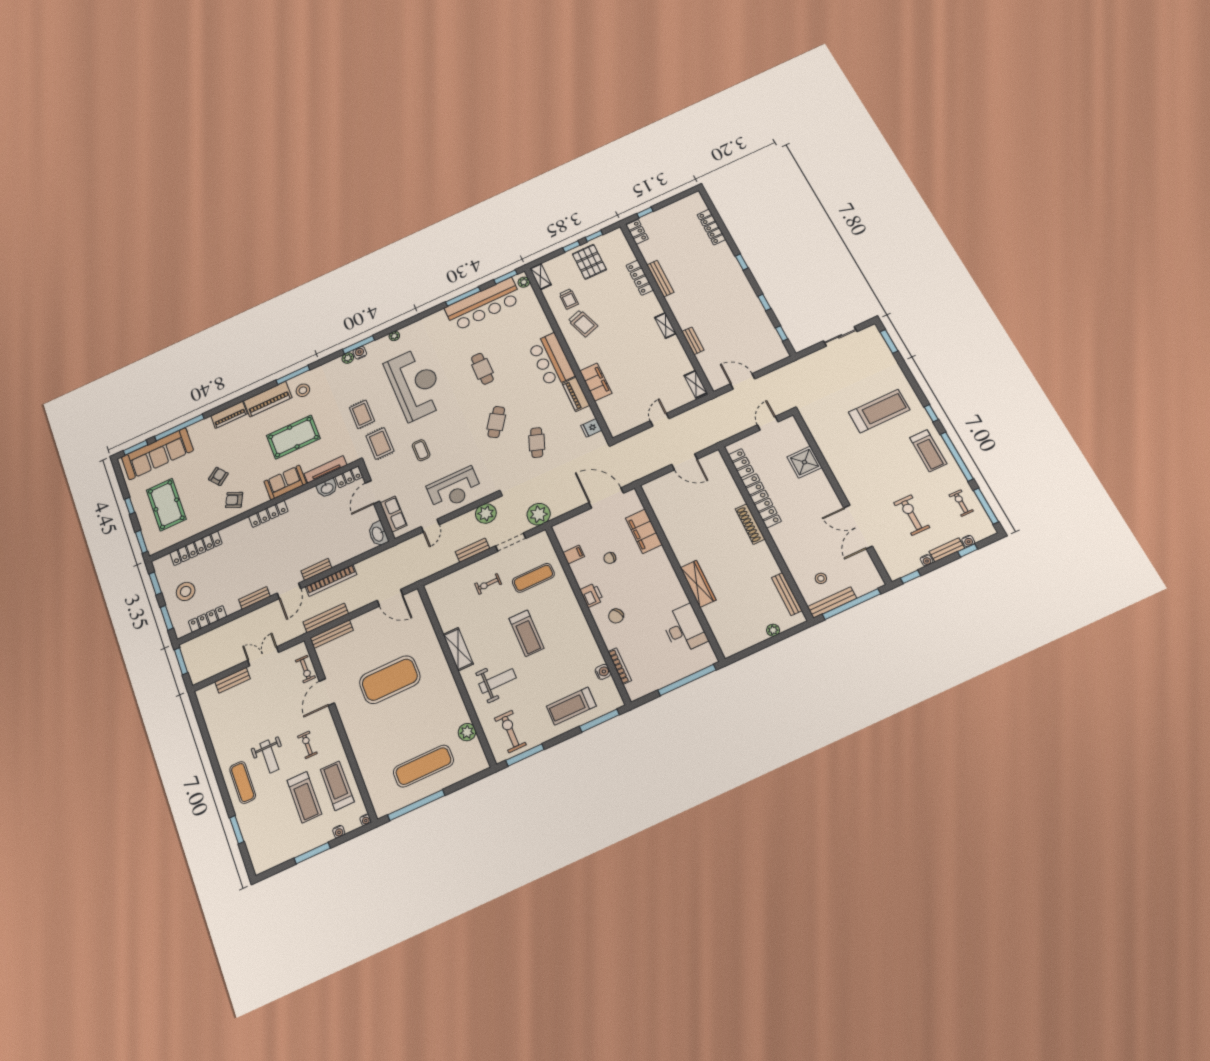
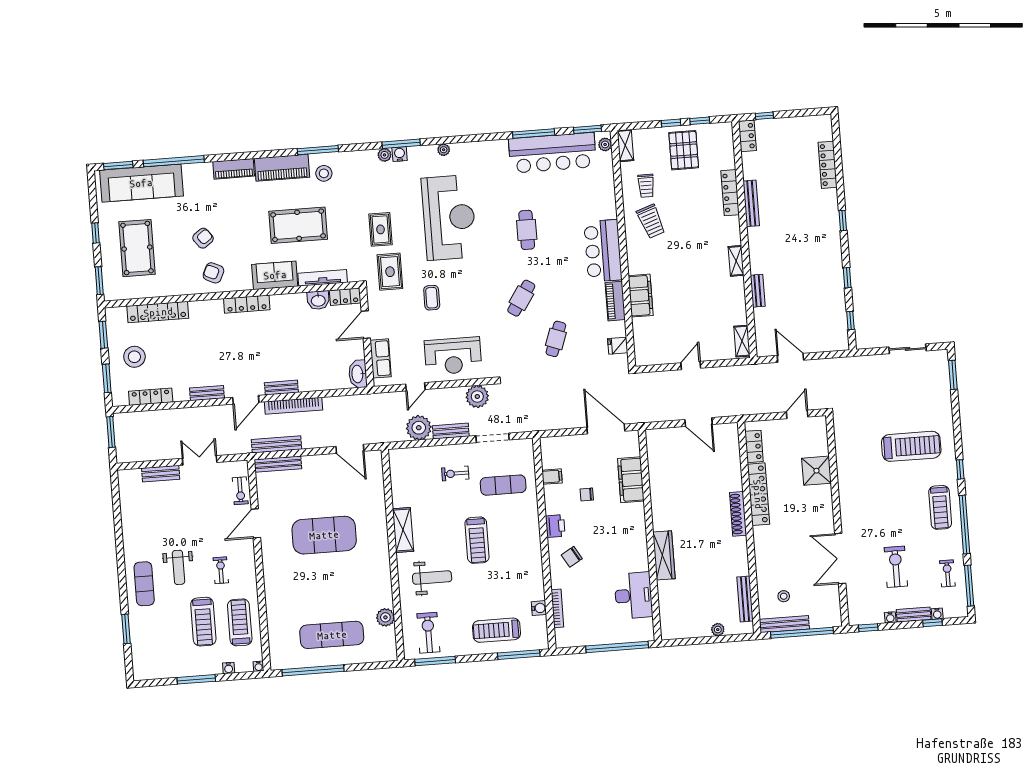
plant: (539, 514) -> (419, 428), moved

